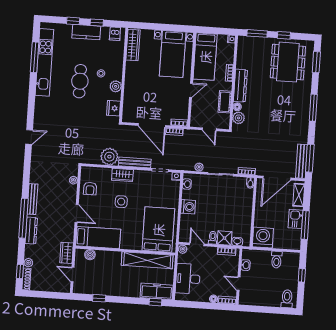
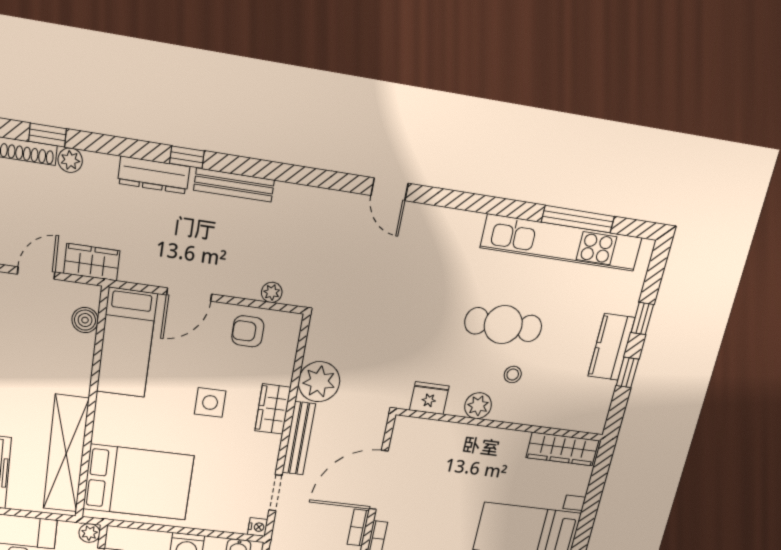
dishwasher: (115, 34) -> (595, 411), removed
window: (24, 218) -> (187, 157), width x0.32

